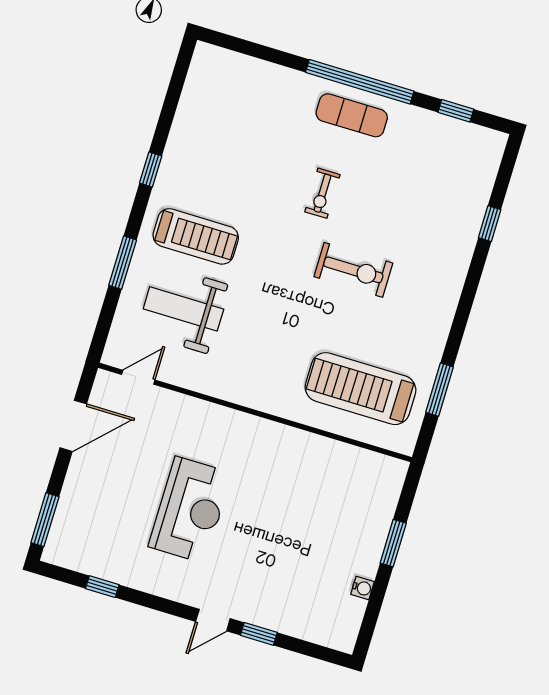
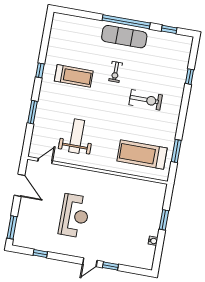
exercise mat: (352, 115) -> (124, 37), width x1.36, depth x1.45
treadmill: (196, 236) -> (74, 76), moved
exercise bike: (353, 270) -> (146, 100), moved
weight bench: (183, 309) -> (77, 136), moved, turned 90
door: (73, 426) -> (19, 185), hinge flipped

